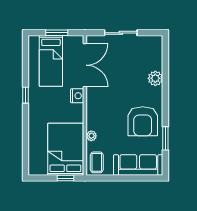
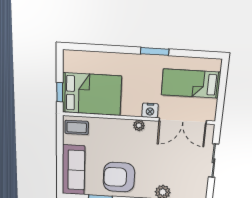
window: (57, 33) -> (222, 92), removed
window: (25, 95) -> (155, 51), width x1.50
plant: (91, 136) -> (139, 125), moved

